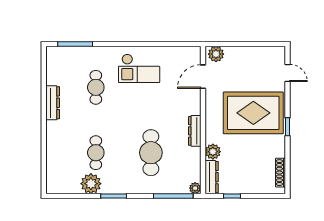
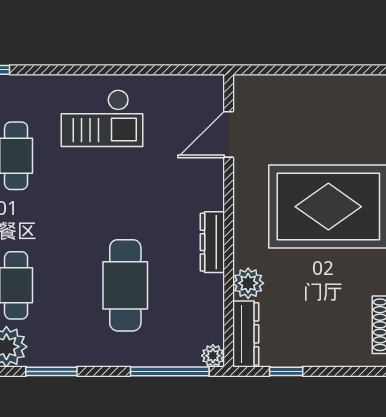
plant: (216, 54) -> (254, 90), removed

